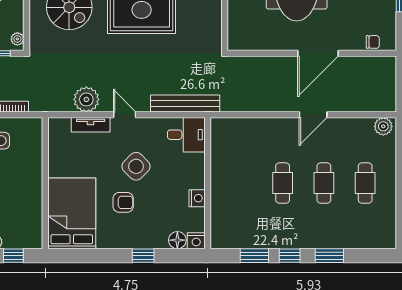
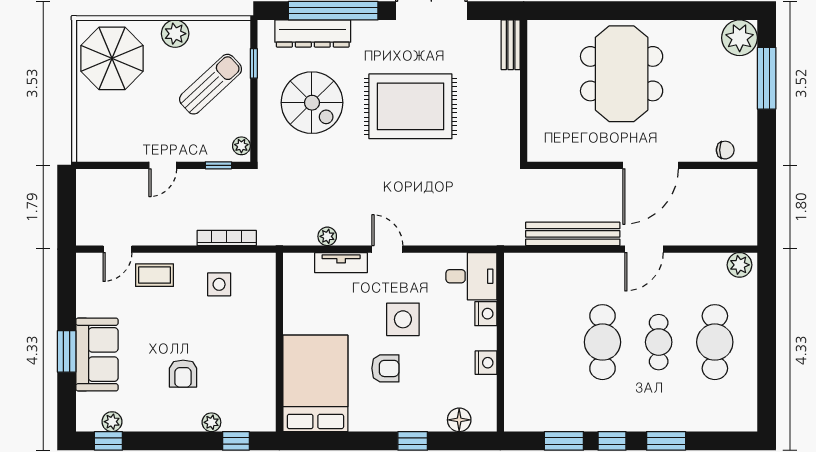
plant: (86, 99) -> (327, 236), width x0.53, depth x0.53
bench: (185, 104) -> (573, 234), moved
side table: (136, 166) -> (403, 319), turned 45
cafe table: (283, 183) -> (602, 342), width x1.37, depth x1.35
cafe table: (365, 183) -> (715, 342), width x1.37, depth x1.35
nightstand: (196, 241) -> (486, 314), moved, turned -90

